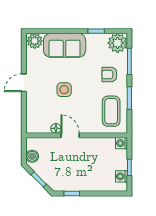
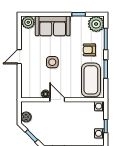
coffee table: (111, 111) -> (91, 80), width x1.36, depth x1.32

